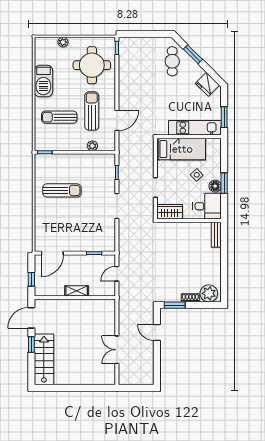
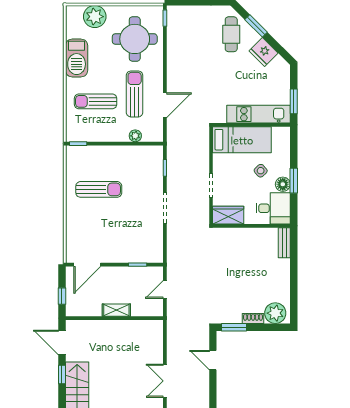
plant: (63, 42) -> (95, 17), width x1.88, depth x1.88
fridge: (207, 84) -> (264, 52), moved
door: (31, 318) -> (62, 343), hinge flipped

